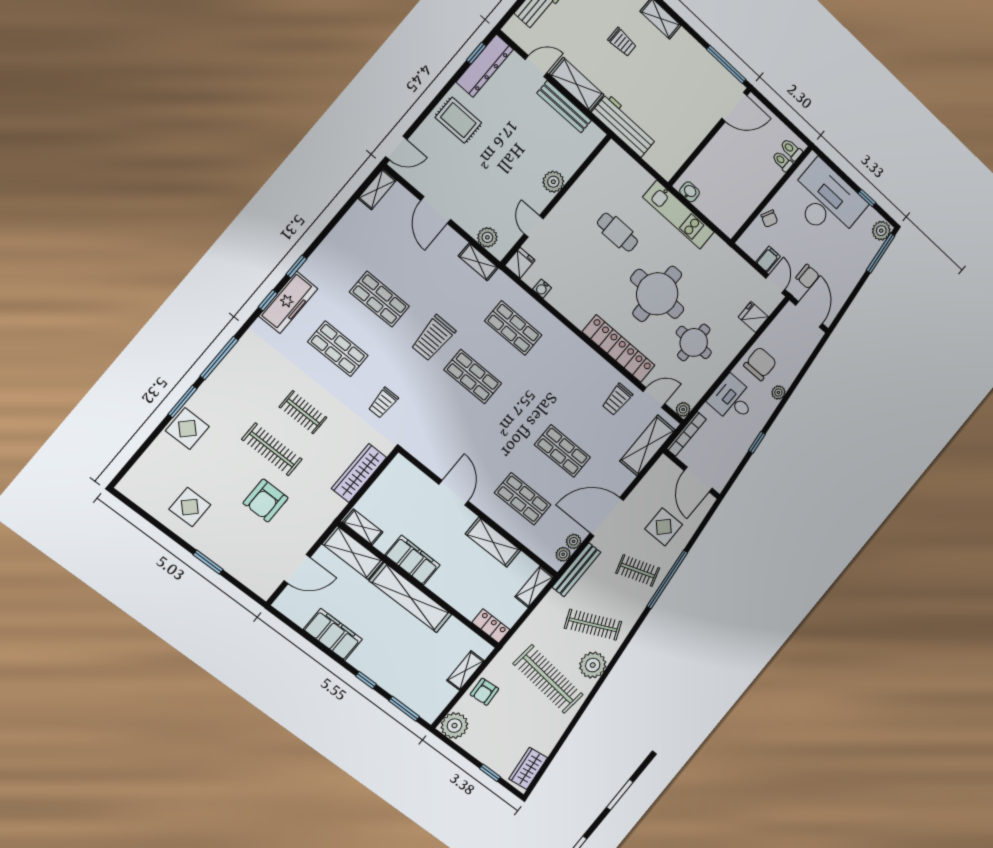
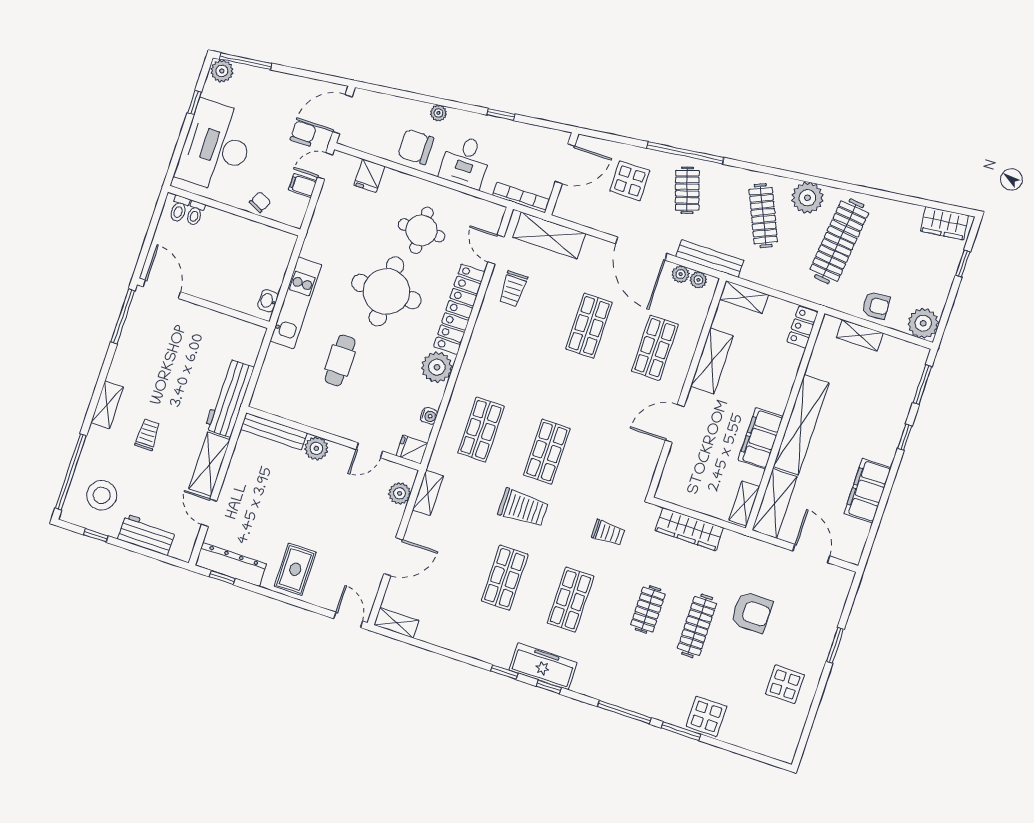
bench: (564, 107) -> (274, 431), moved, turned 90
trolley: (617, 400) -> (513, 289), turned 90
plant: (683, 409) -> (437, 367), moved, width x1.87, depth x1.87

